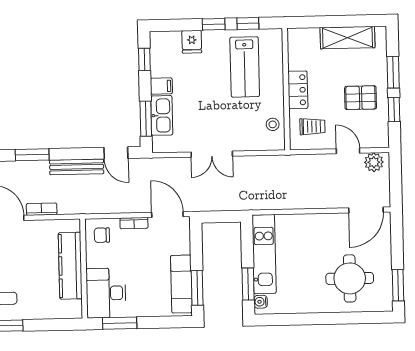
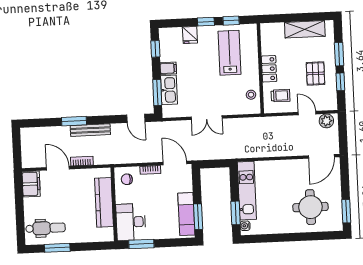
lab bench: (245, 67) -> (229, 53), turned 180
pallet: (361, 98) -> (315, 73), turned 90
bench: (77, 167) -> (90, 130), moved

